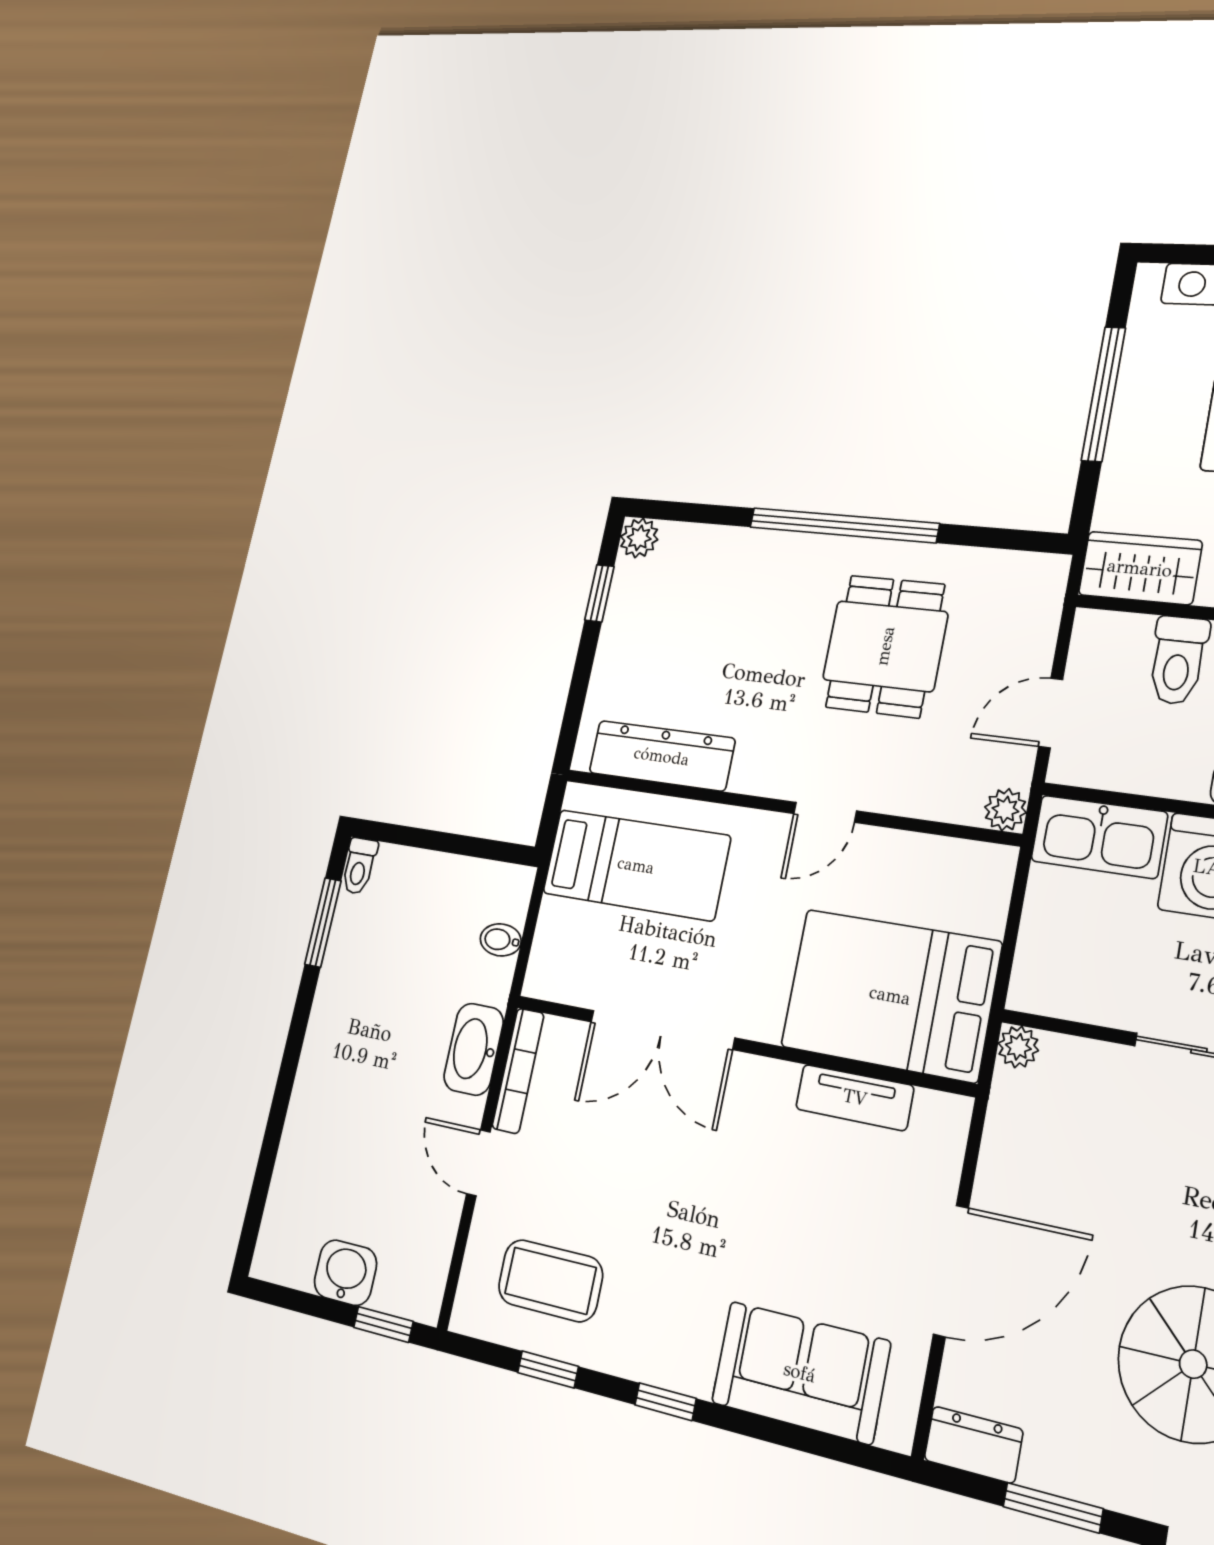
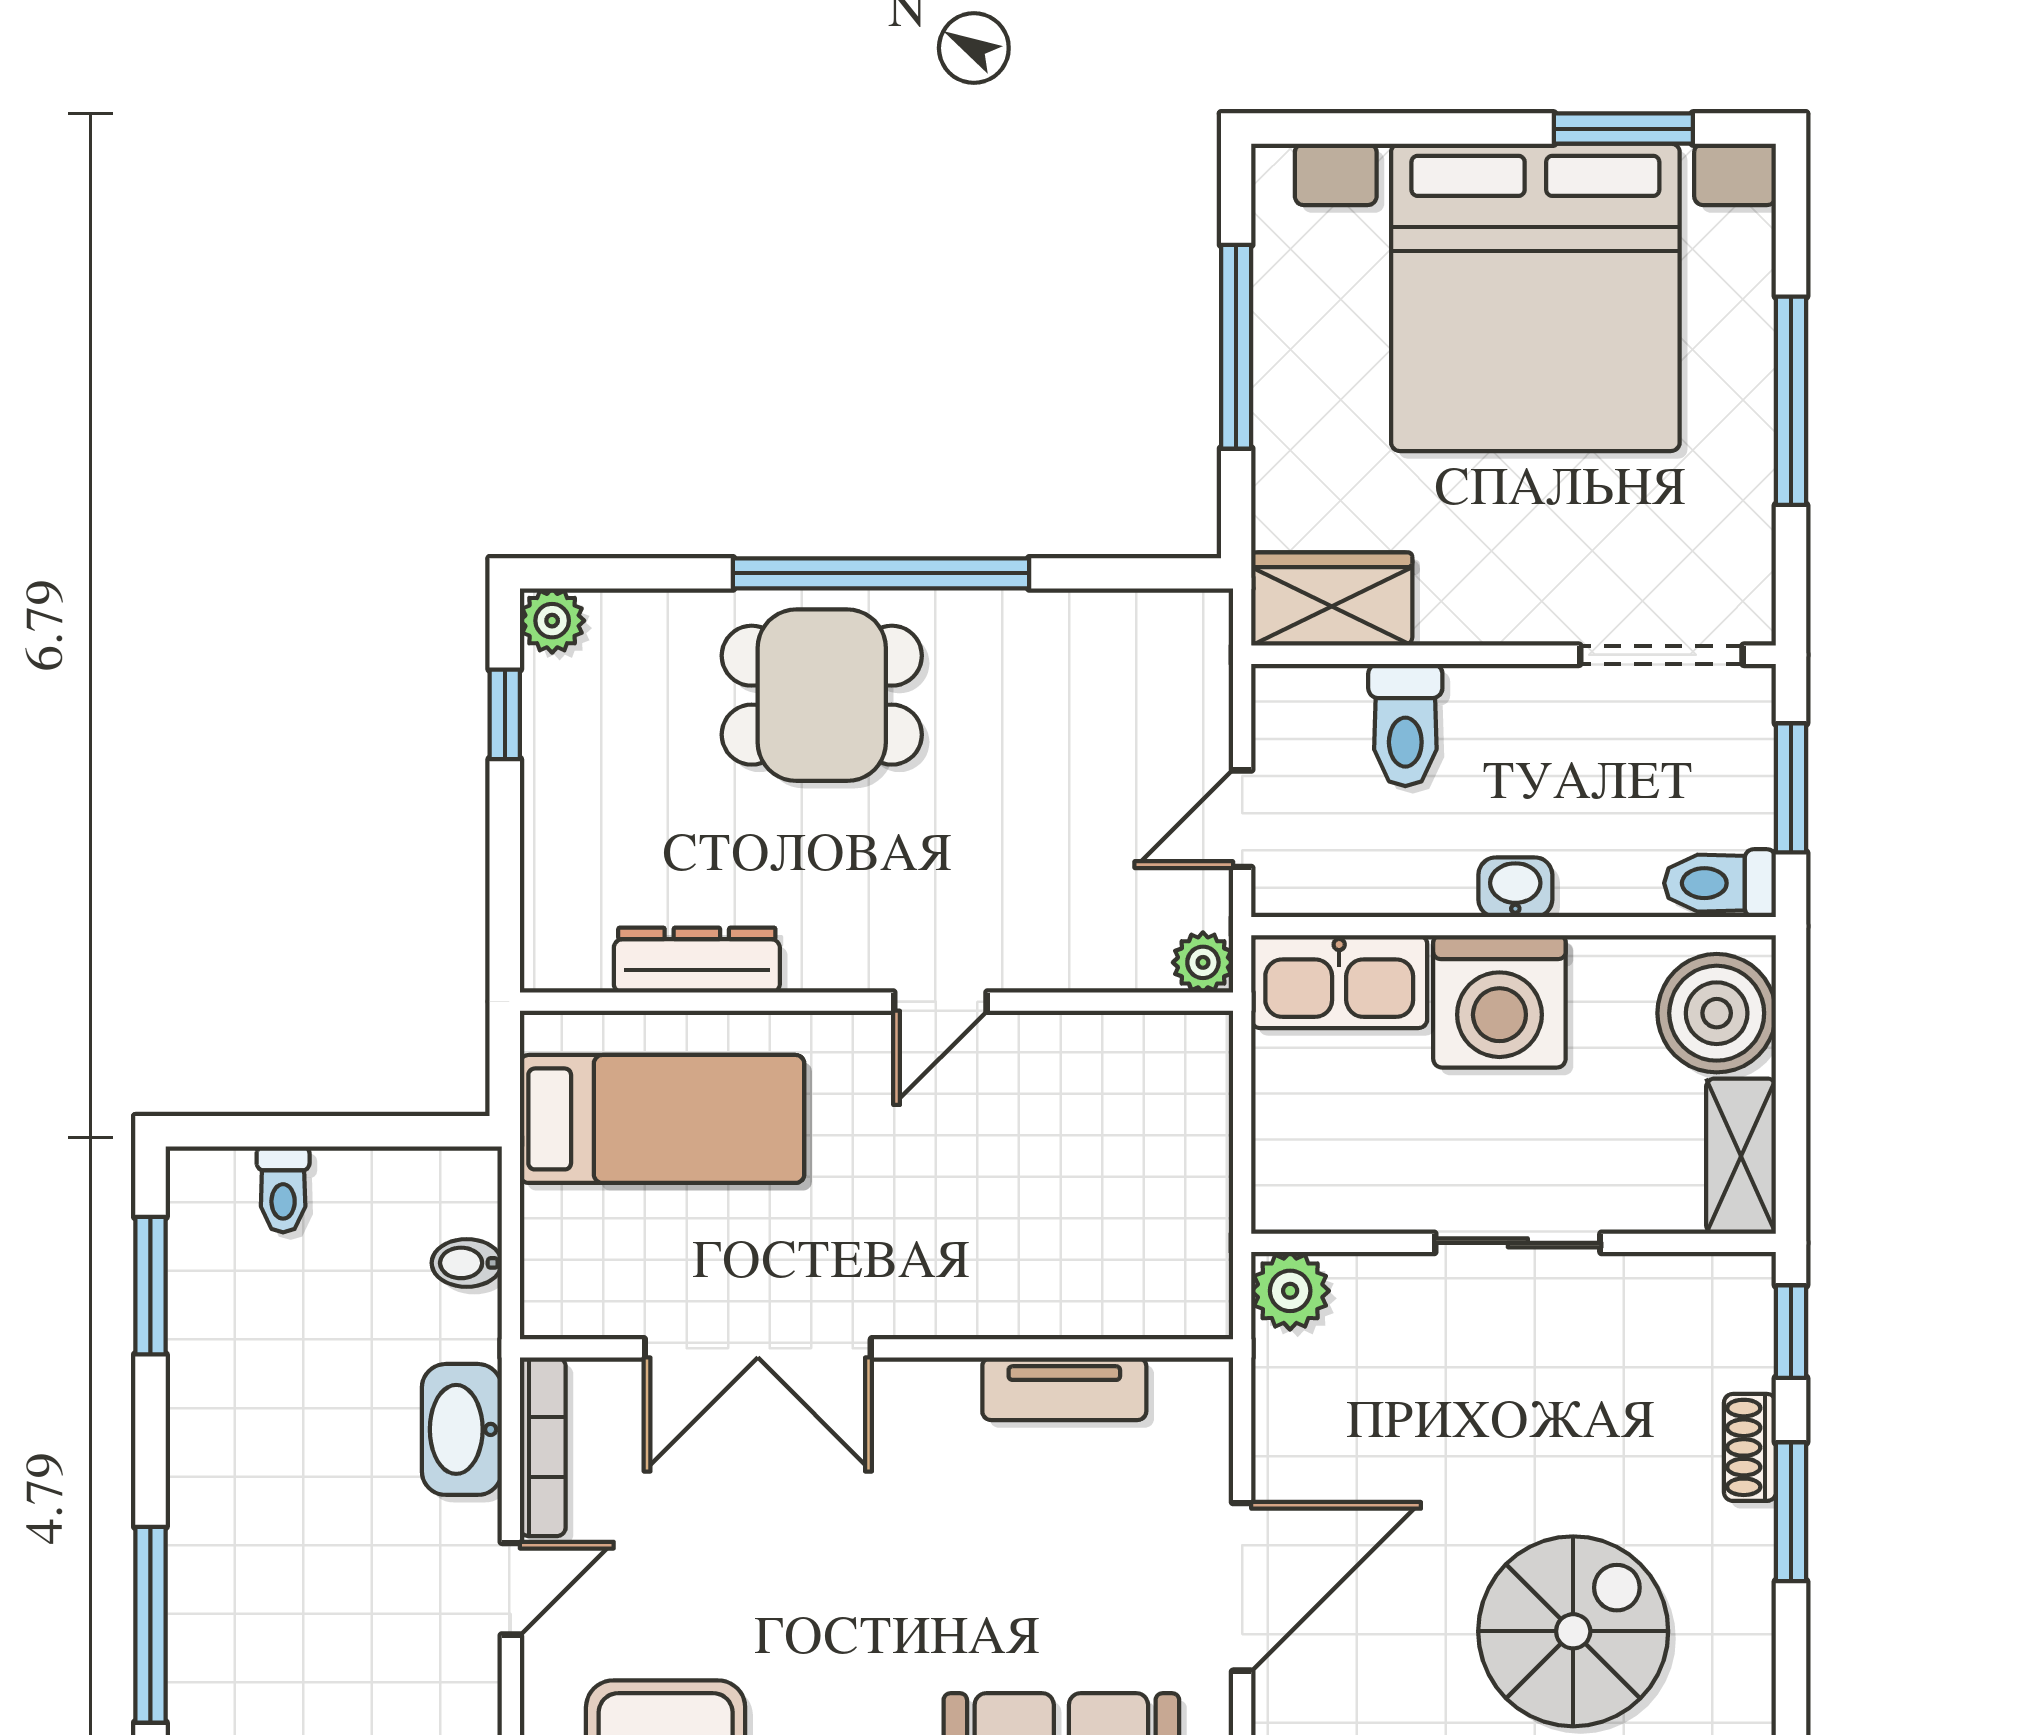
dining table: (885, 646) -> (822, 695), moved, turned 90
dresser: (662, 756) -> (697, 960), width x0.73, depth x0.80
toilet: (359, 866) -> (283, 1189), moved
bed: (890, 995) -> (1088, 1241), removed
plant: (1018, 1047) -> (1290, 1291), width x1.38, depth x1.38
window: (272, 1140) -> (150, 1625), added
door: (478, 1163) -> (511, 1589), swing flipped

